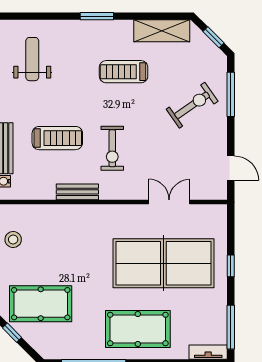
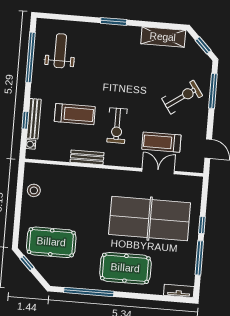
treadmill: (124, 72) -> (161, 142), moved
window: (231, 327) -> (199, 258), moved

